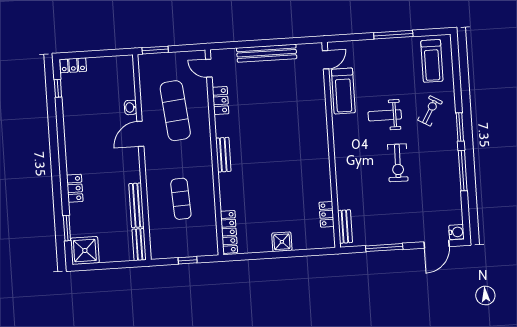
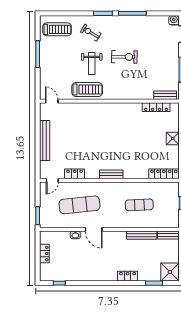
locker: (73, 65) -> (44, 254), moved
treadmill: (343, 91) -> (87, 90), moved
locker: (327, 214) -> (156, 107), width x1.53

